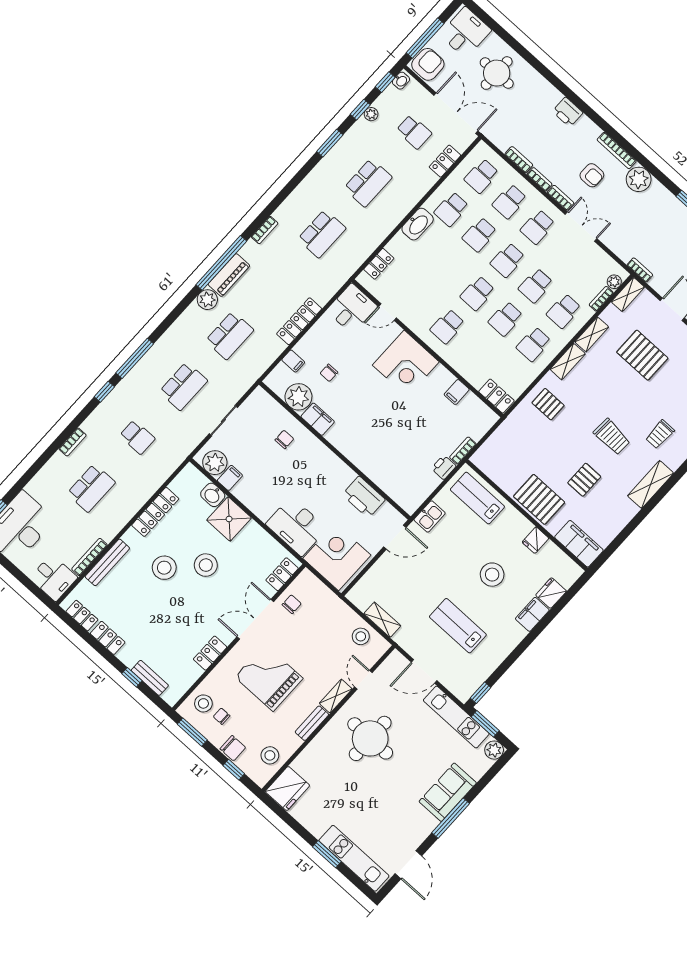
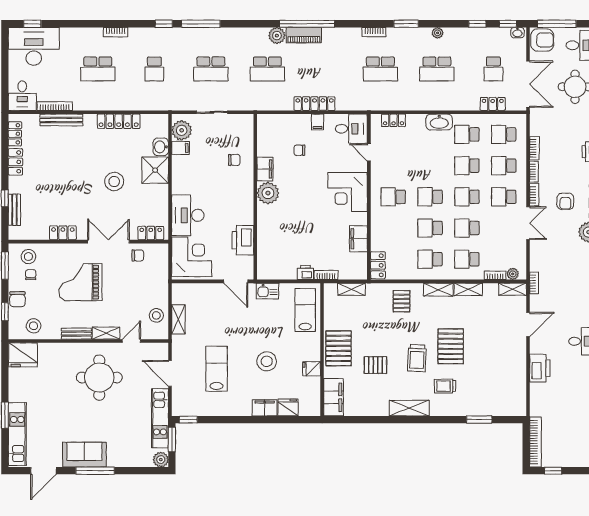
plant: (371, 114) -> (438, 33), moved
window: (330, 143) -> (406, 24), moved
bookcase: (265, 230) -> (374, 32), moved
pallet: (642, 355) -> (451, 346), moved
filing cabinet: (293, 361) -> (318, 122), moved
filing cabinet: (457, 392) -> (358, 239), width x2.00
plant: (298, 397) -> (268, 193), moved
shelving: (496, 439) -> (351, 289), added
stool: (164, 568) -> (90, 158), removed
grand piano: (269, 678) -> (80, 282), turned -90
sofa: (448, 792) -> (84, 455), moved

